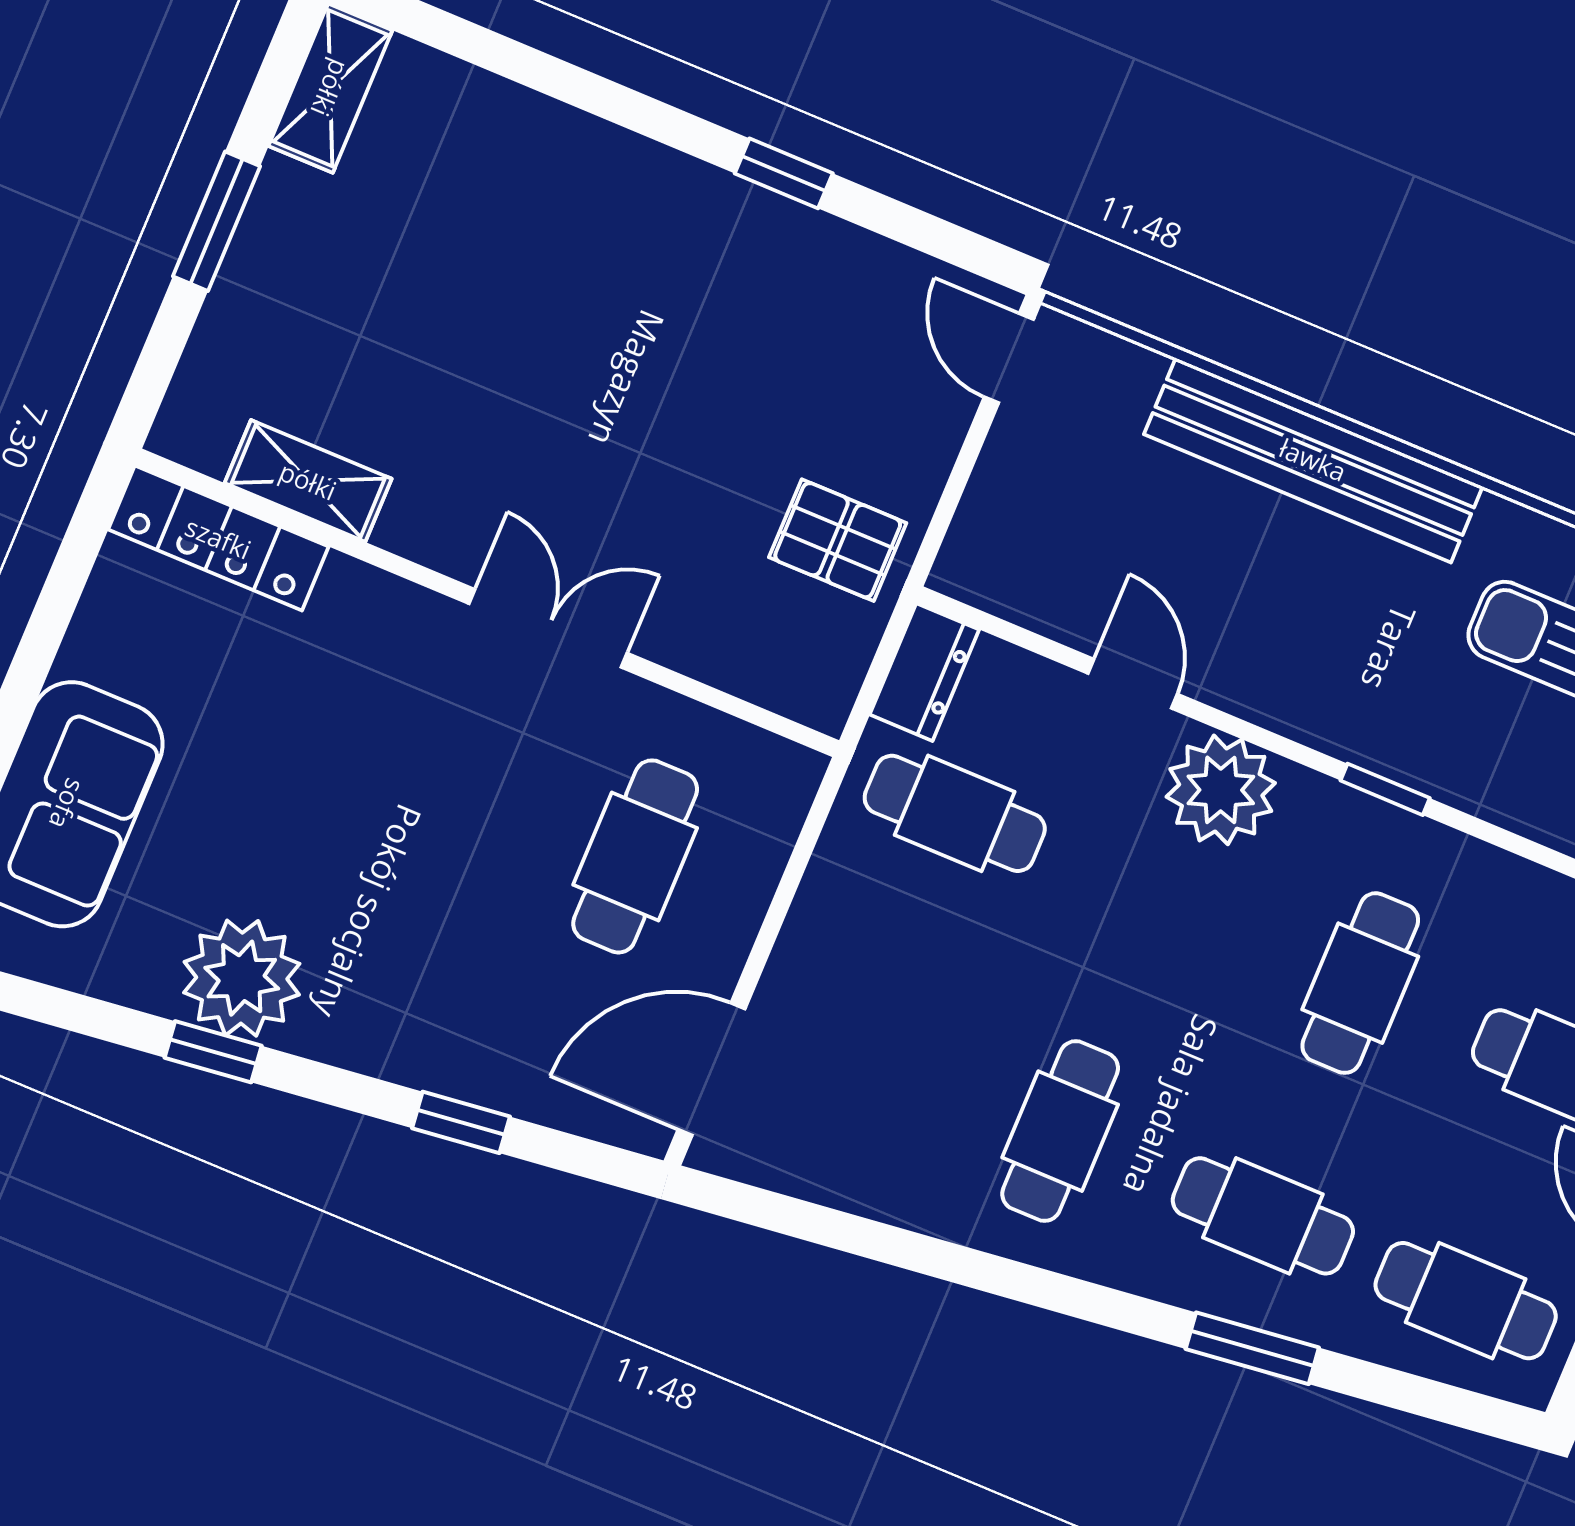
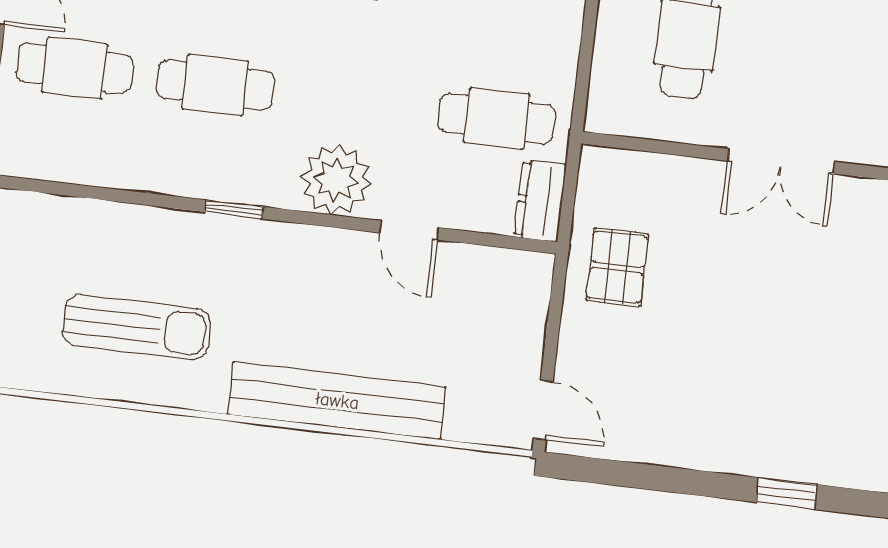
window: (784, 173) -> (786, 493), moved
pallet: (838, 540) -> (617, 267), turned 90
cafe table: (1360, 983) -> (215, 85), turned 90

